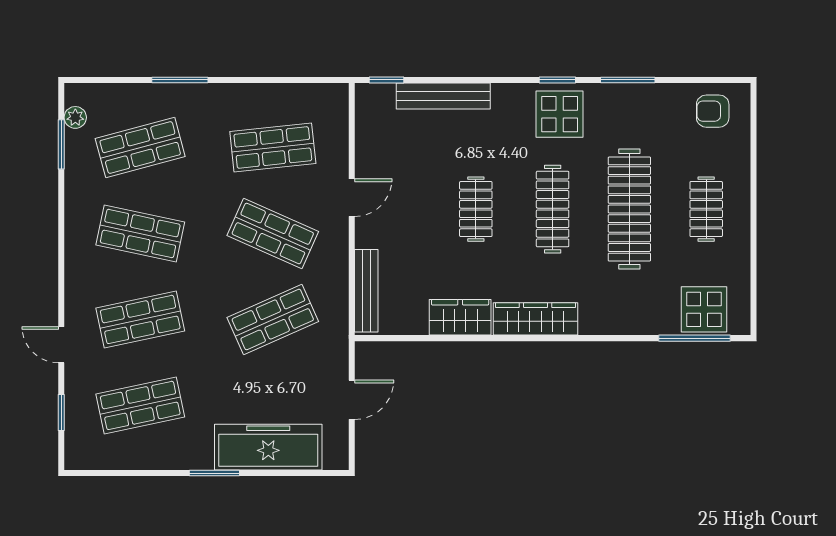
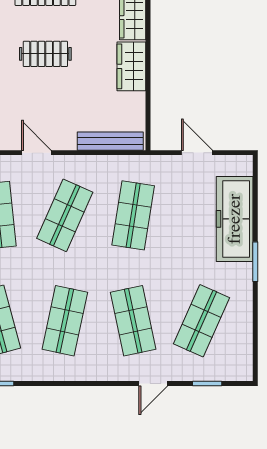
shop shelf: (273, 319) -> (133, 215), turned 33
shop shelf: (140, 405) -> (202, 321), turned 36

